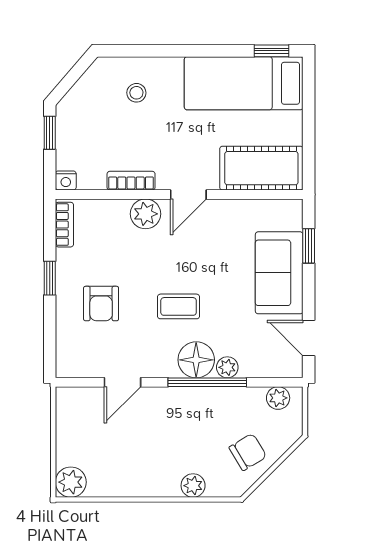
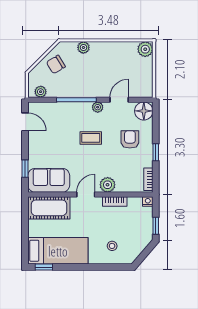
sofa: (279, 273) -> (49, 180), moved, turned -90
floor lamp: (196, 360) -> (144, 111), moved
plant: (227, 367) -> (98, 107), moved

